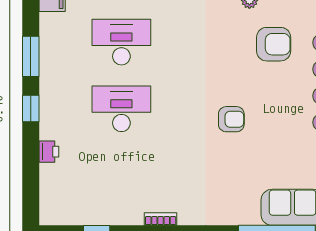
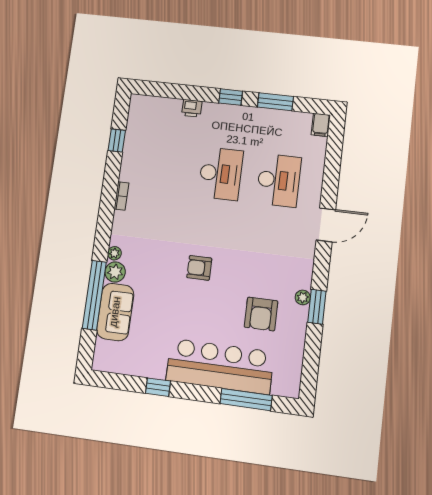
armchair: (231, 119) -> (199, 268), turned 90
plant: (248, 214) -> (115, 272), added
plant: (227, 218) -> (114, 253), added

